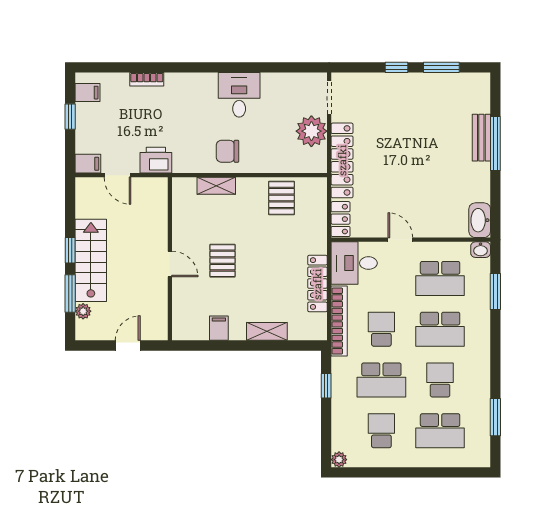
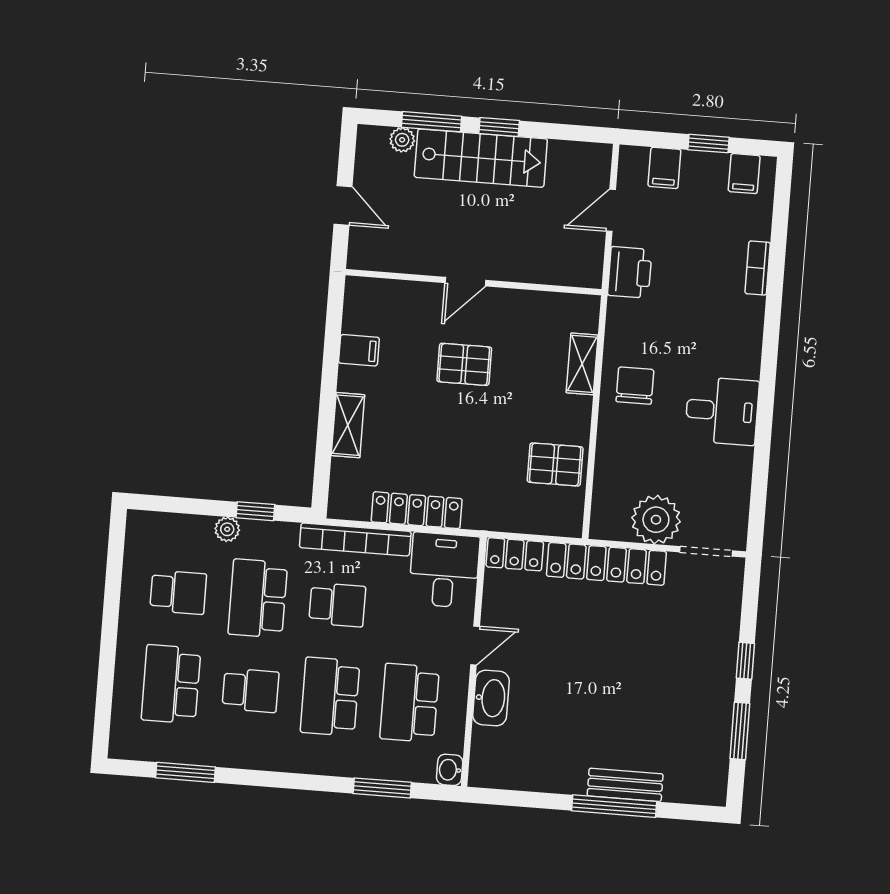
filing cabinet: (88, 164) -> (664, 168), moved
washbasin: (480, 220) -> (491, 698), moved, turned 90
plant: (339, 460) -> (227, 529), moved

